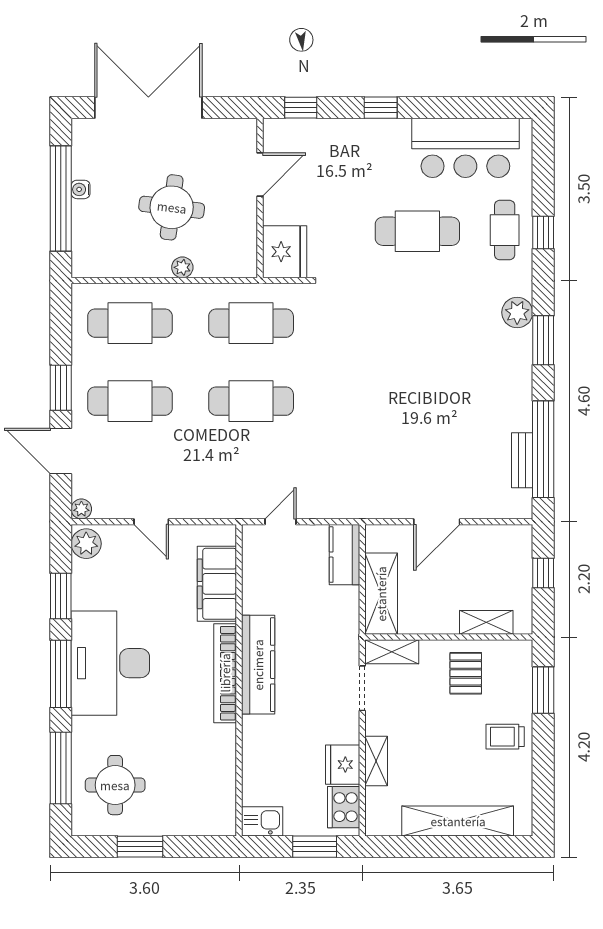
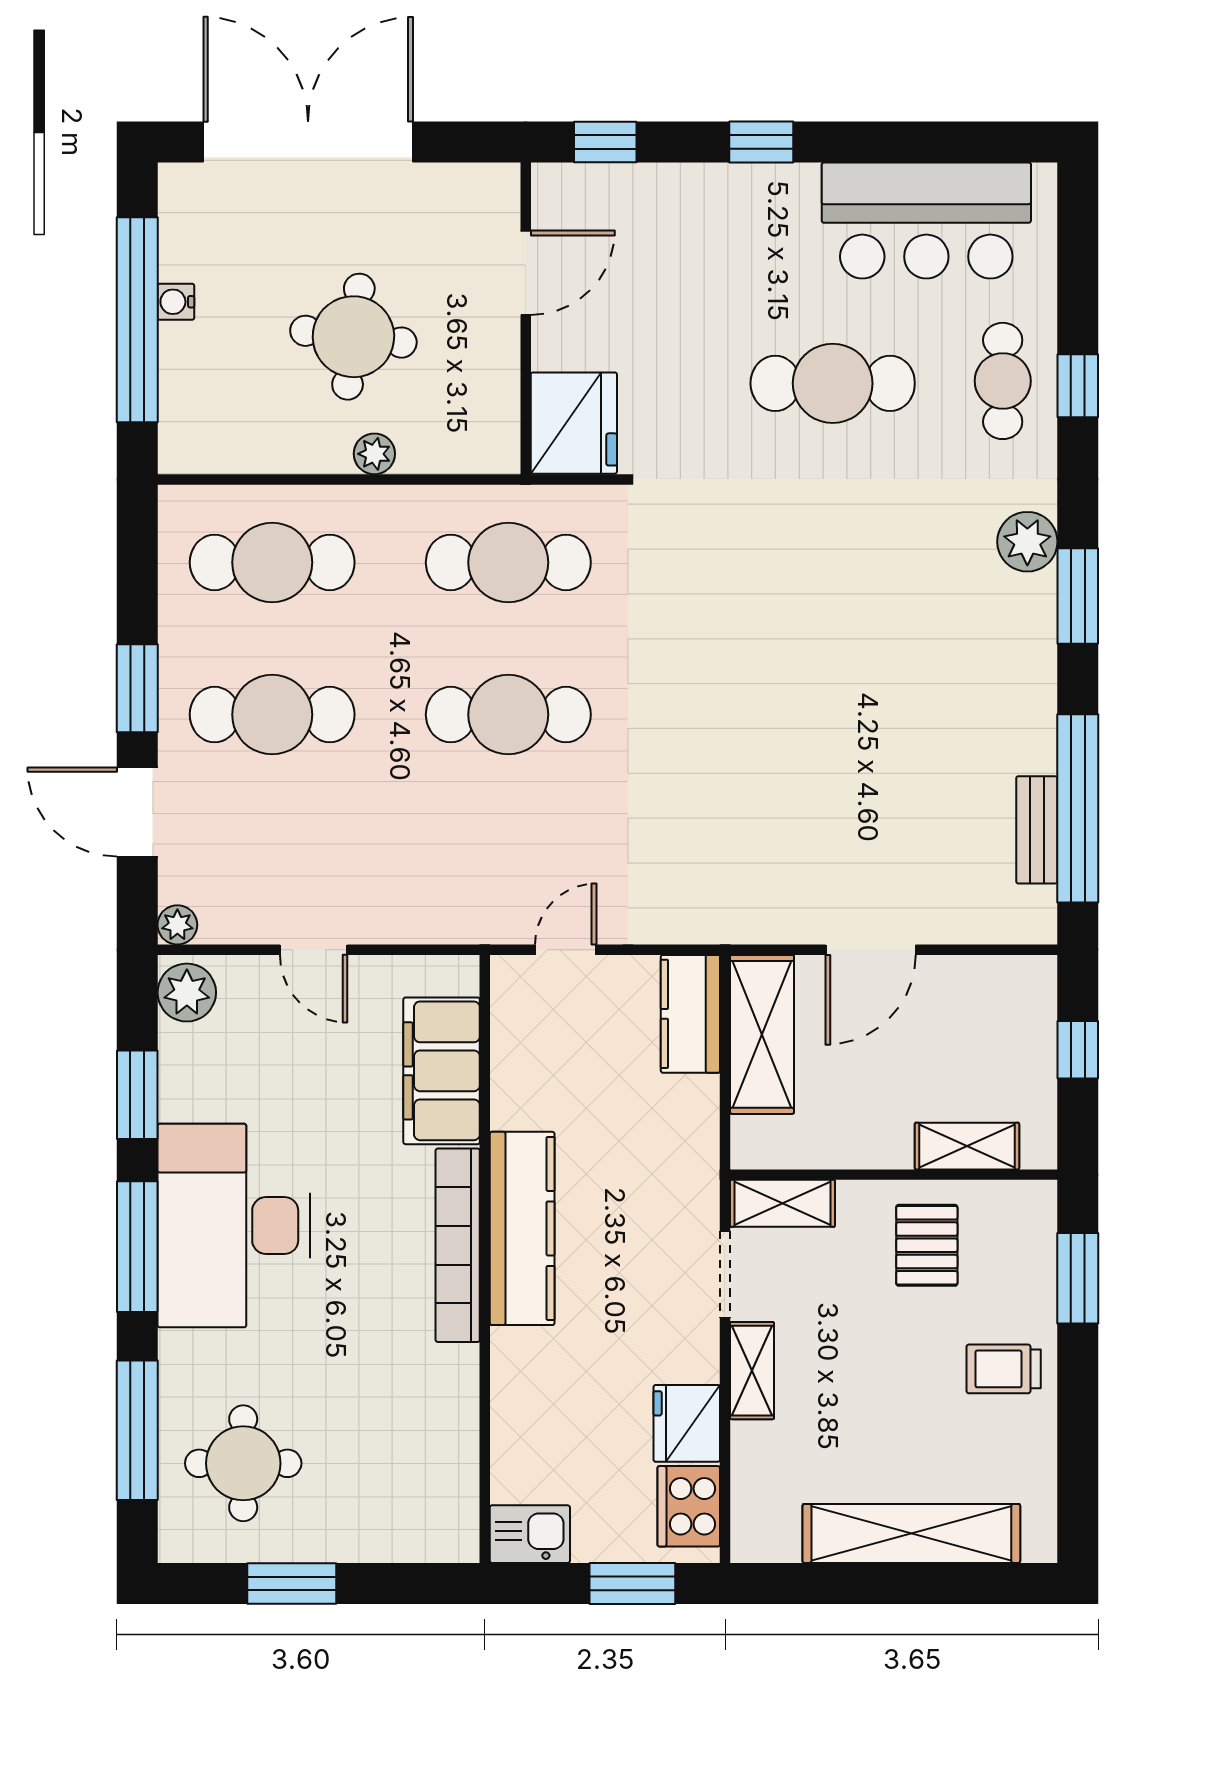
shelving: (381, 594) -> (762, 1034), moved
shelving: (376, 761) -> (752, 1371), moved

